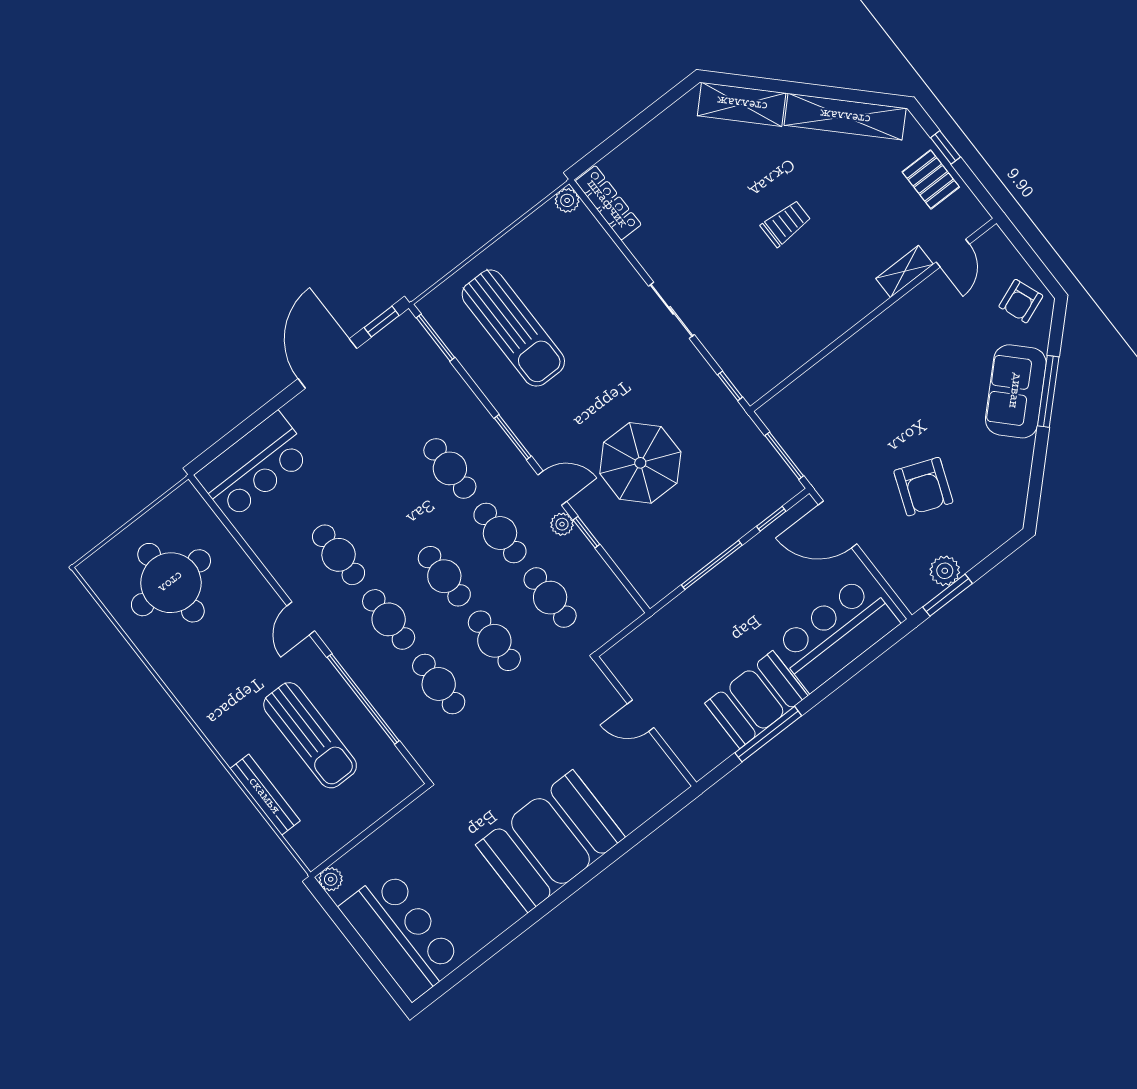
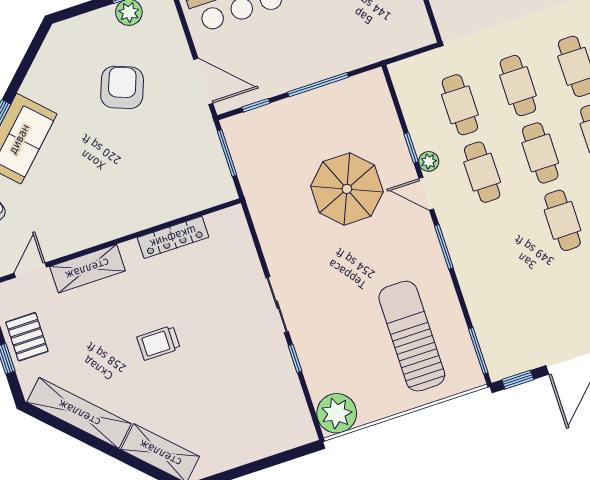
plant: (567, 200) -> (337, 413), width x1.87, depth x1.87
locker: (608, 203) -> (173, 237), moved, turned -90
shelving: (905, 271) -> (87, 269), width x1.50, depth x1.33
window: (730, 386) -> (295, 358), moved
cafe table: (450, 468) -> (563, 220), moved

